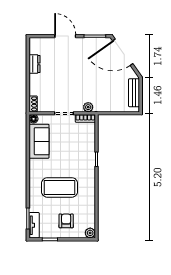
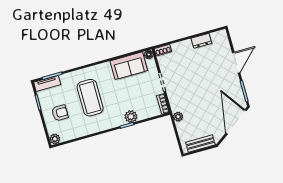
plant: (88, 107) -> (178, 117), moved
plant: (89, 153) -> (131, 117), added

